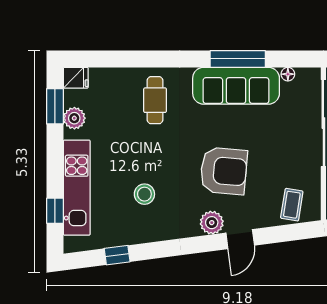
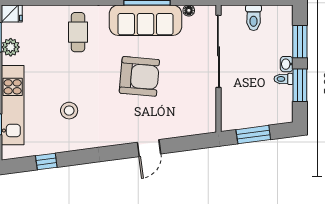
armchair: (224, 171) -> (139, 76), moved
coffee table: (292, 205) -> (192, 119), removed
plant: (212, 223) -> (125, 134), removed

